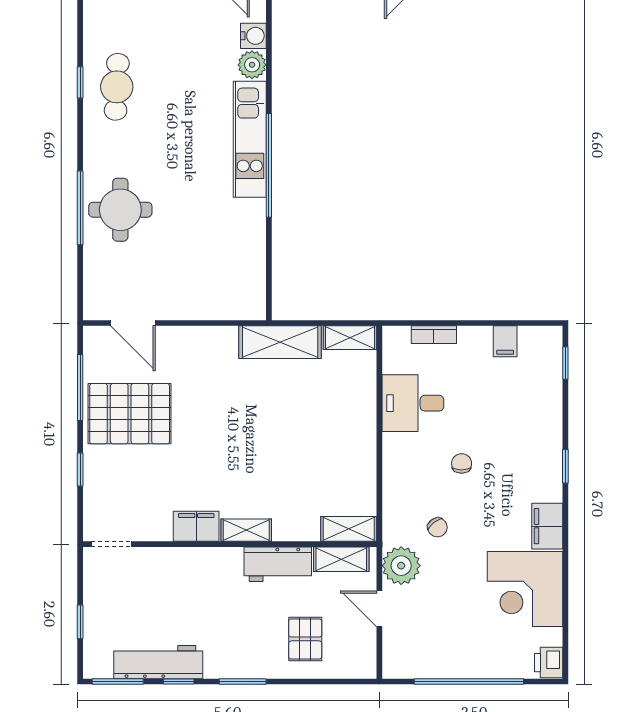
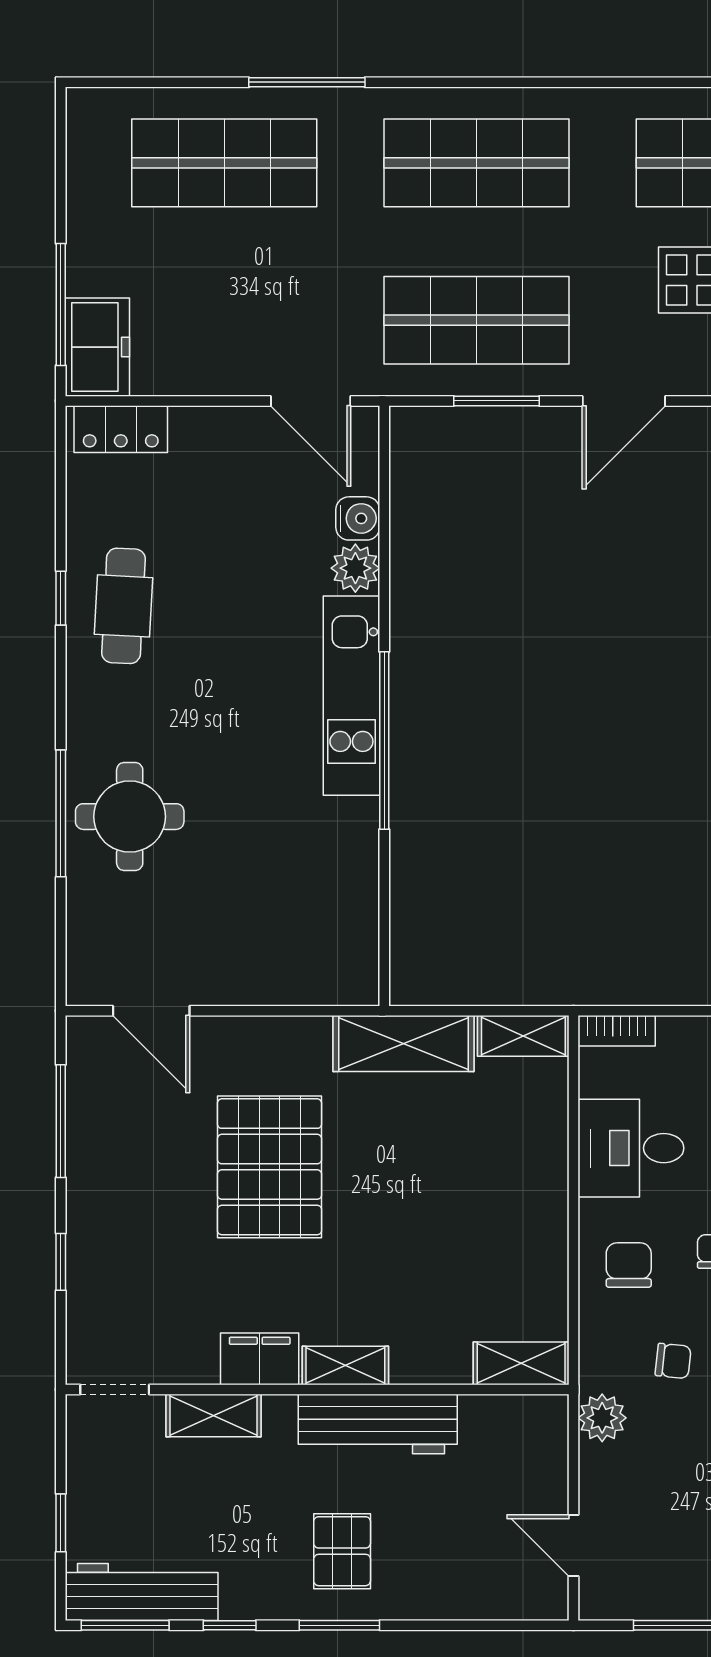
bookcase: (434, 335) -> (617, 1031), moved
pallet: (130, 414) -> (269, 1167), moved, turned 90
chair: (412, 471) -> (629, 1265), added
chair: (437, 527) -> (673, 1361), turned -46
shelving: (341, 559) -> (213, 1415), moved
workbench: (278, 564) -> (378, 1424), width x1.38
plant: (401, 566) -> (602, 1418), width x0.73, depth x0.73
door: (379, 609) -> (574, 1545), moved
pallet: (305, 639) -> (342, 1551), moved
workbench: (158, 662) -> (142, 1592), moved

